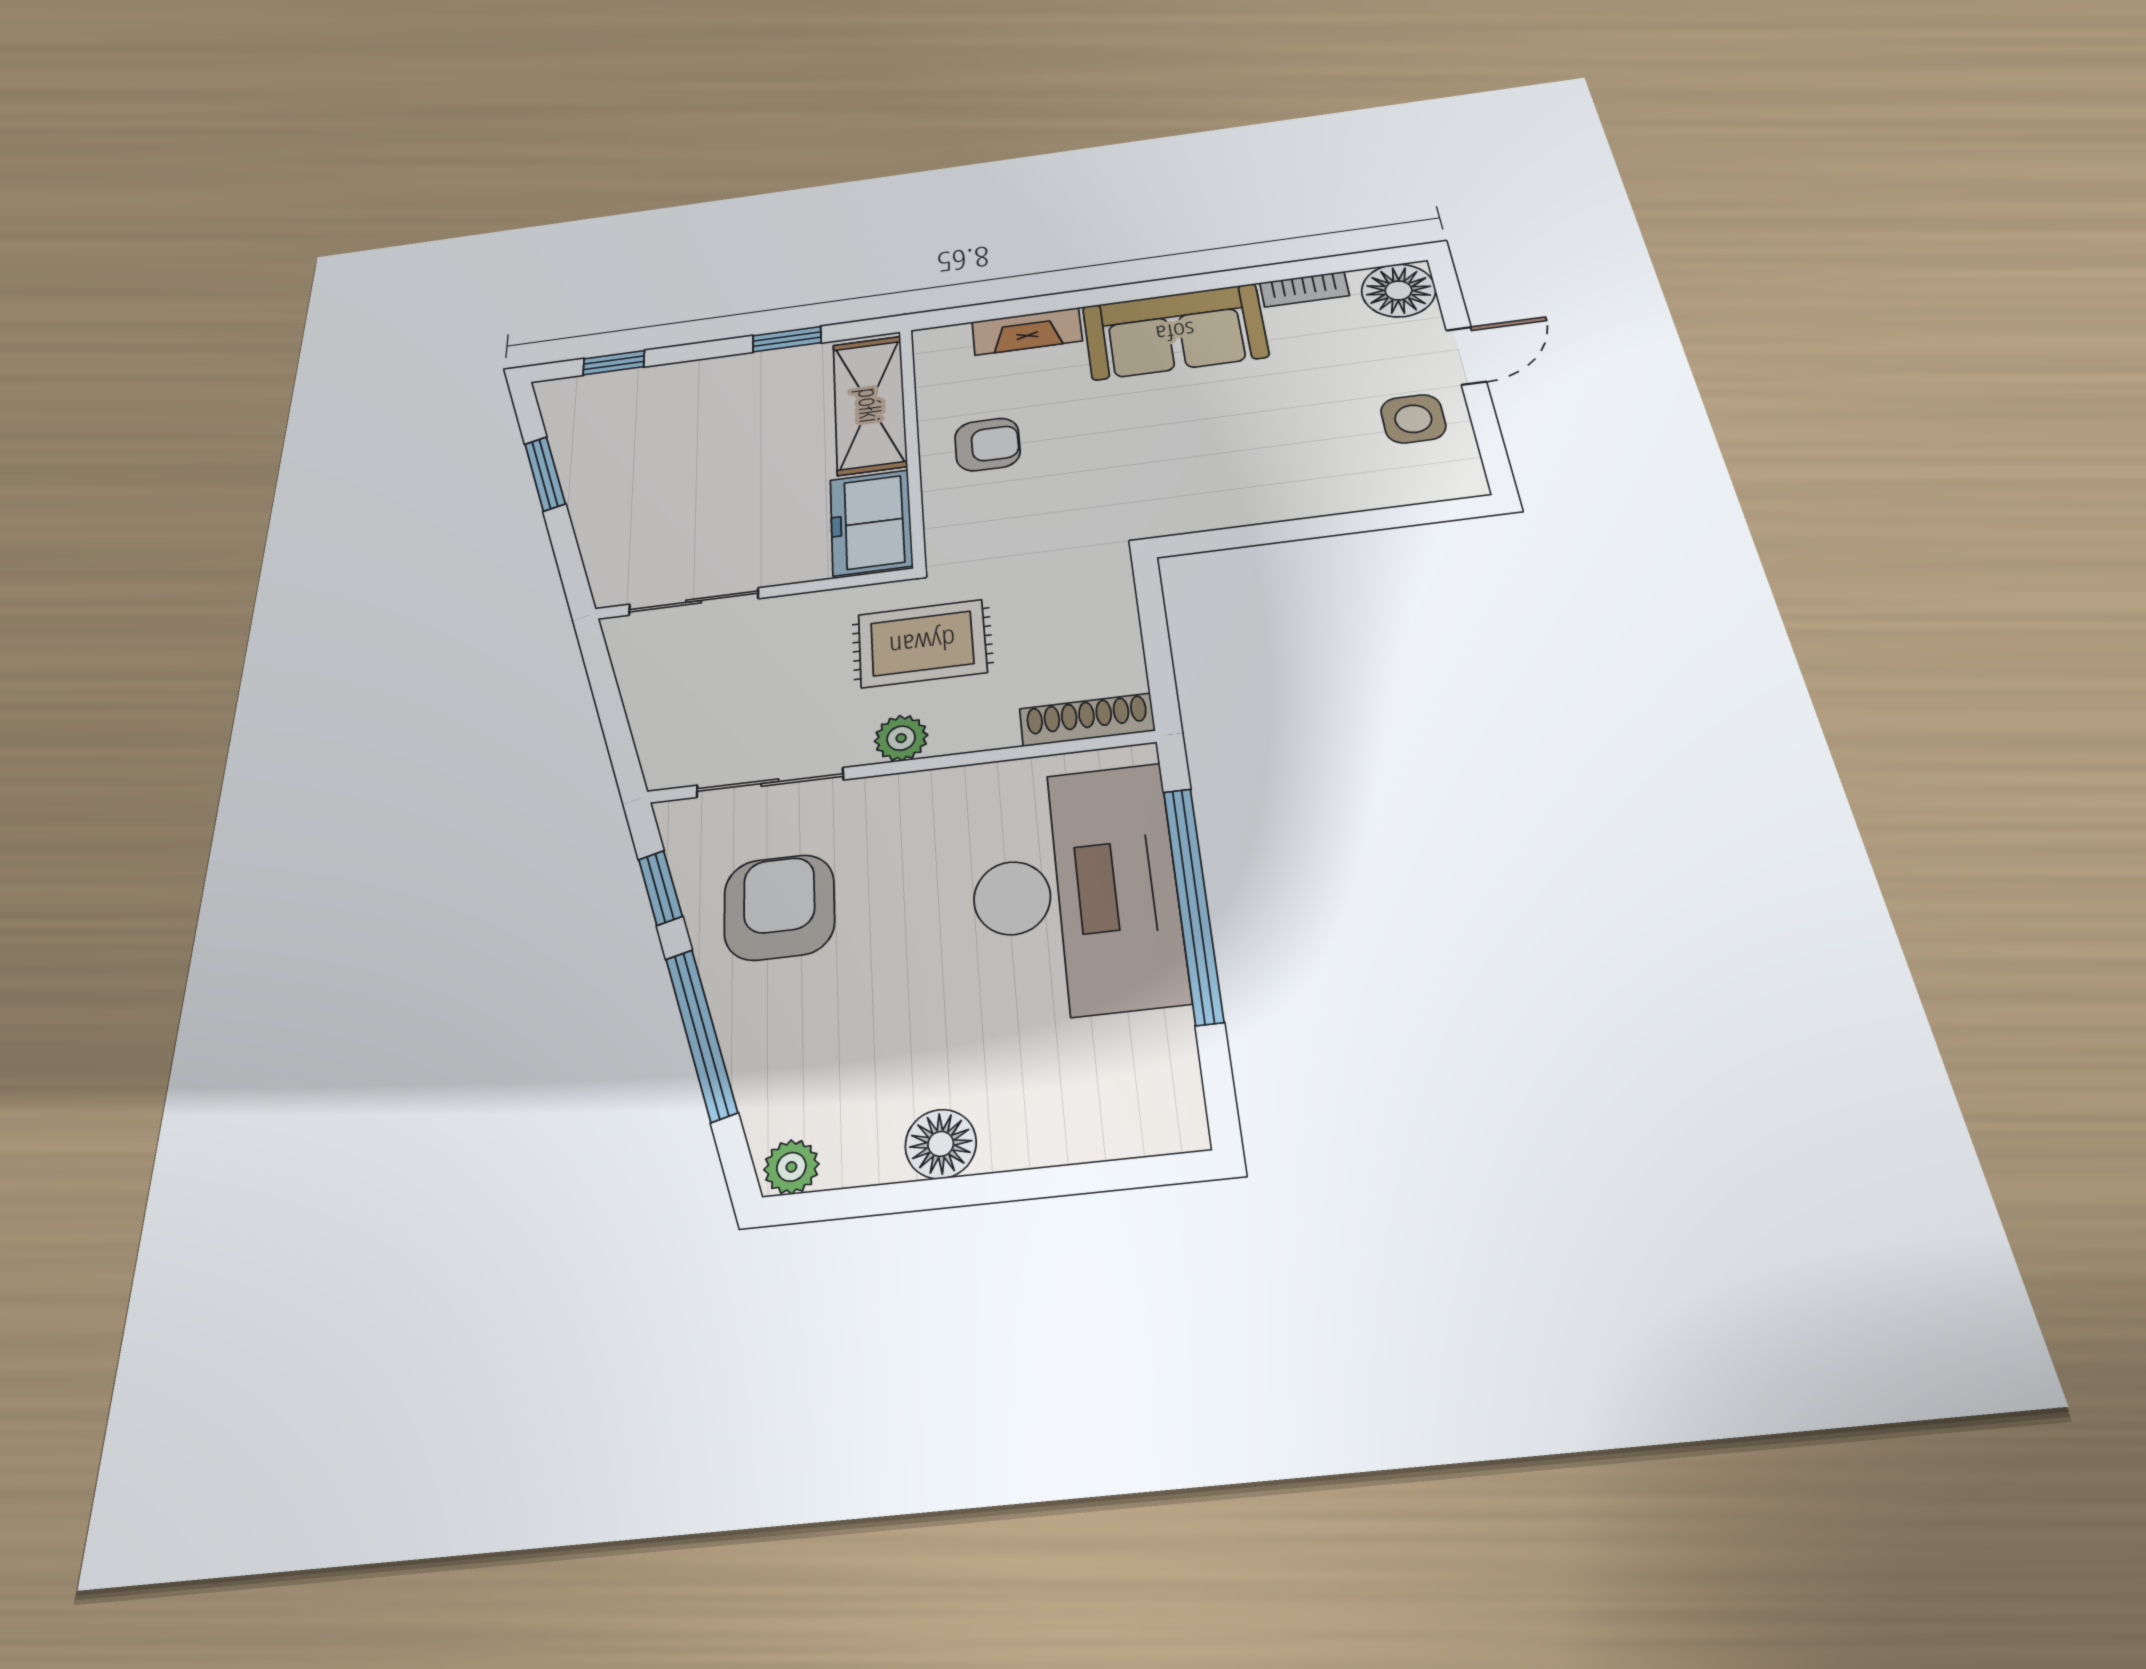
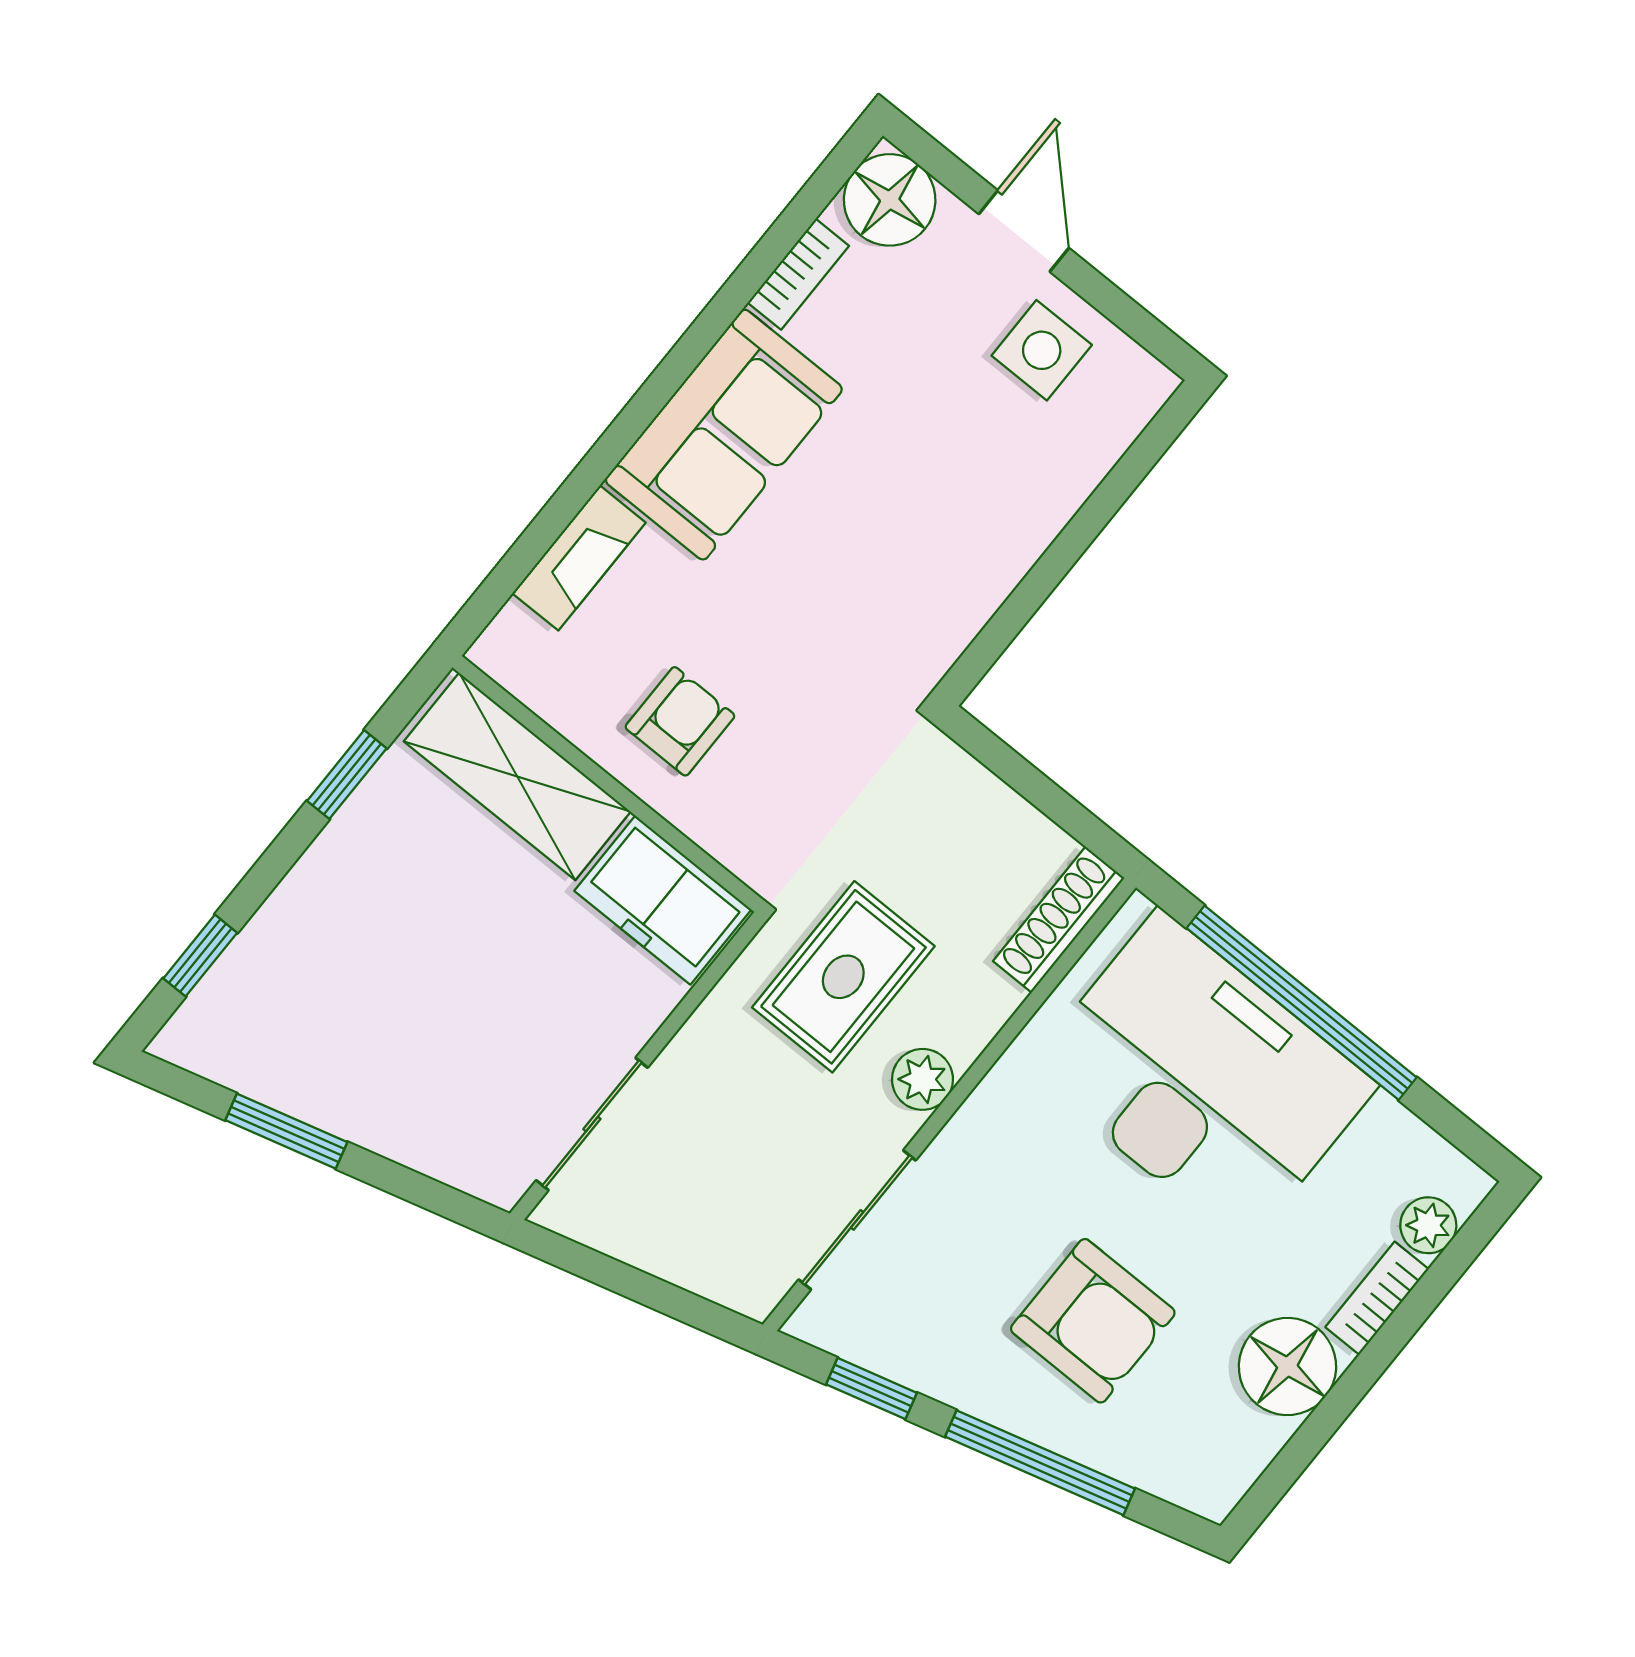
armchair: (779, 907) -> (1093, 1321), moved, turned 180
floor lamp: (941, 1144) -> (1287, 1366), width x1.38, depth x1.38
bookcase: (1039, 1147) -> (1377, 1298), added
plant: (791, 1167) -> (1428, 1225), moved

